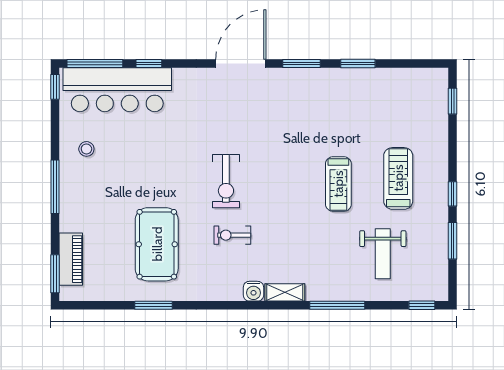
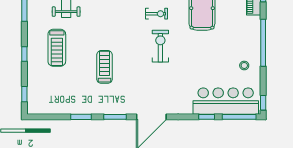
treadmill: (338, 184) -> (104, 67), moved
window: (55, 187) -> (263, 43), width x1.46
window: (452, 194) -> (24, 54), moved

